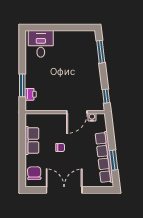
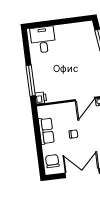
window: (22, 85) -> (31, 81), width x1.44
printer: (31, 94) -> (41, 98), moved

